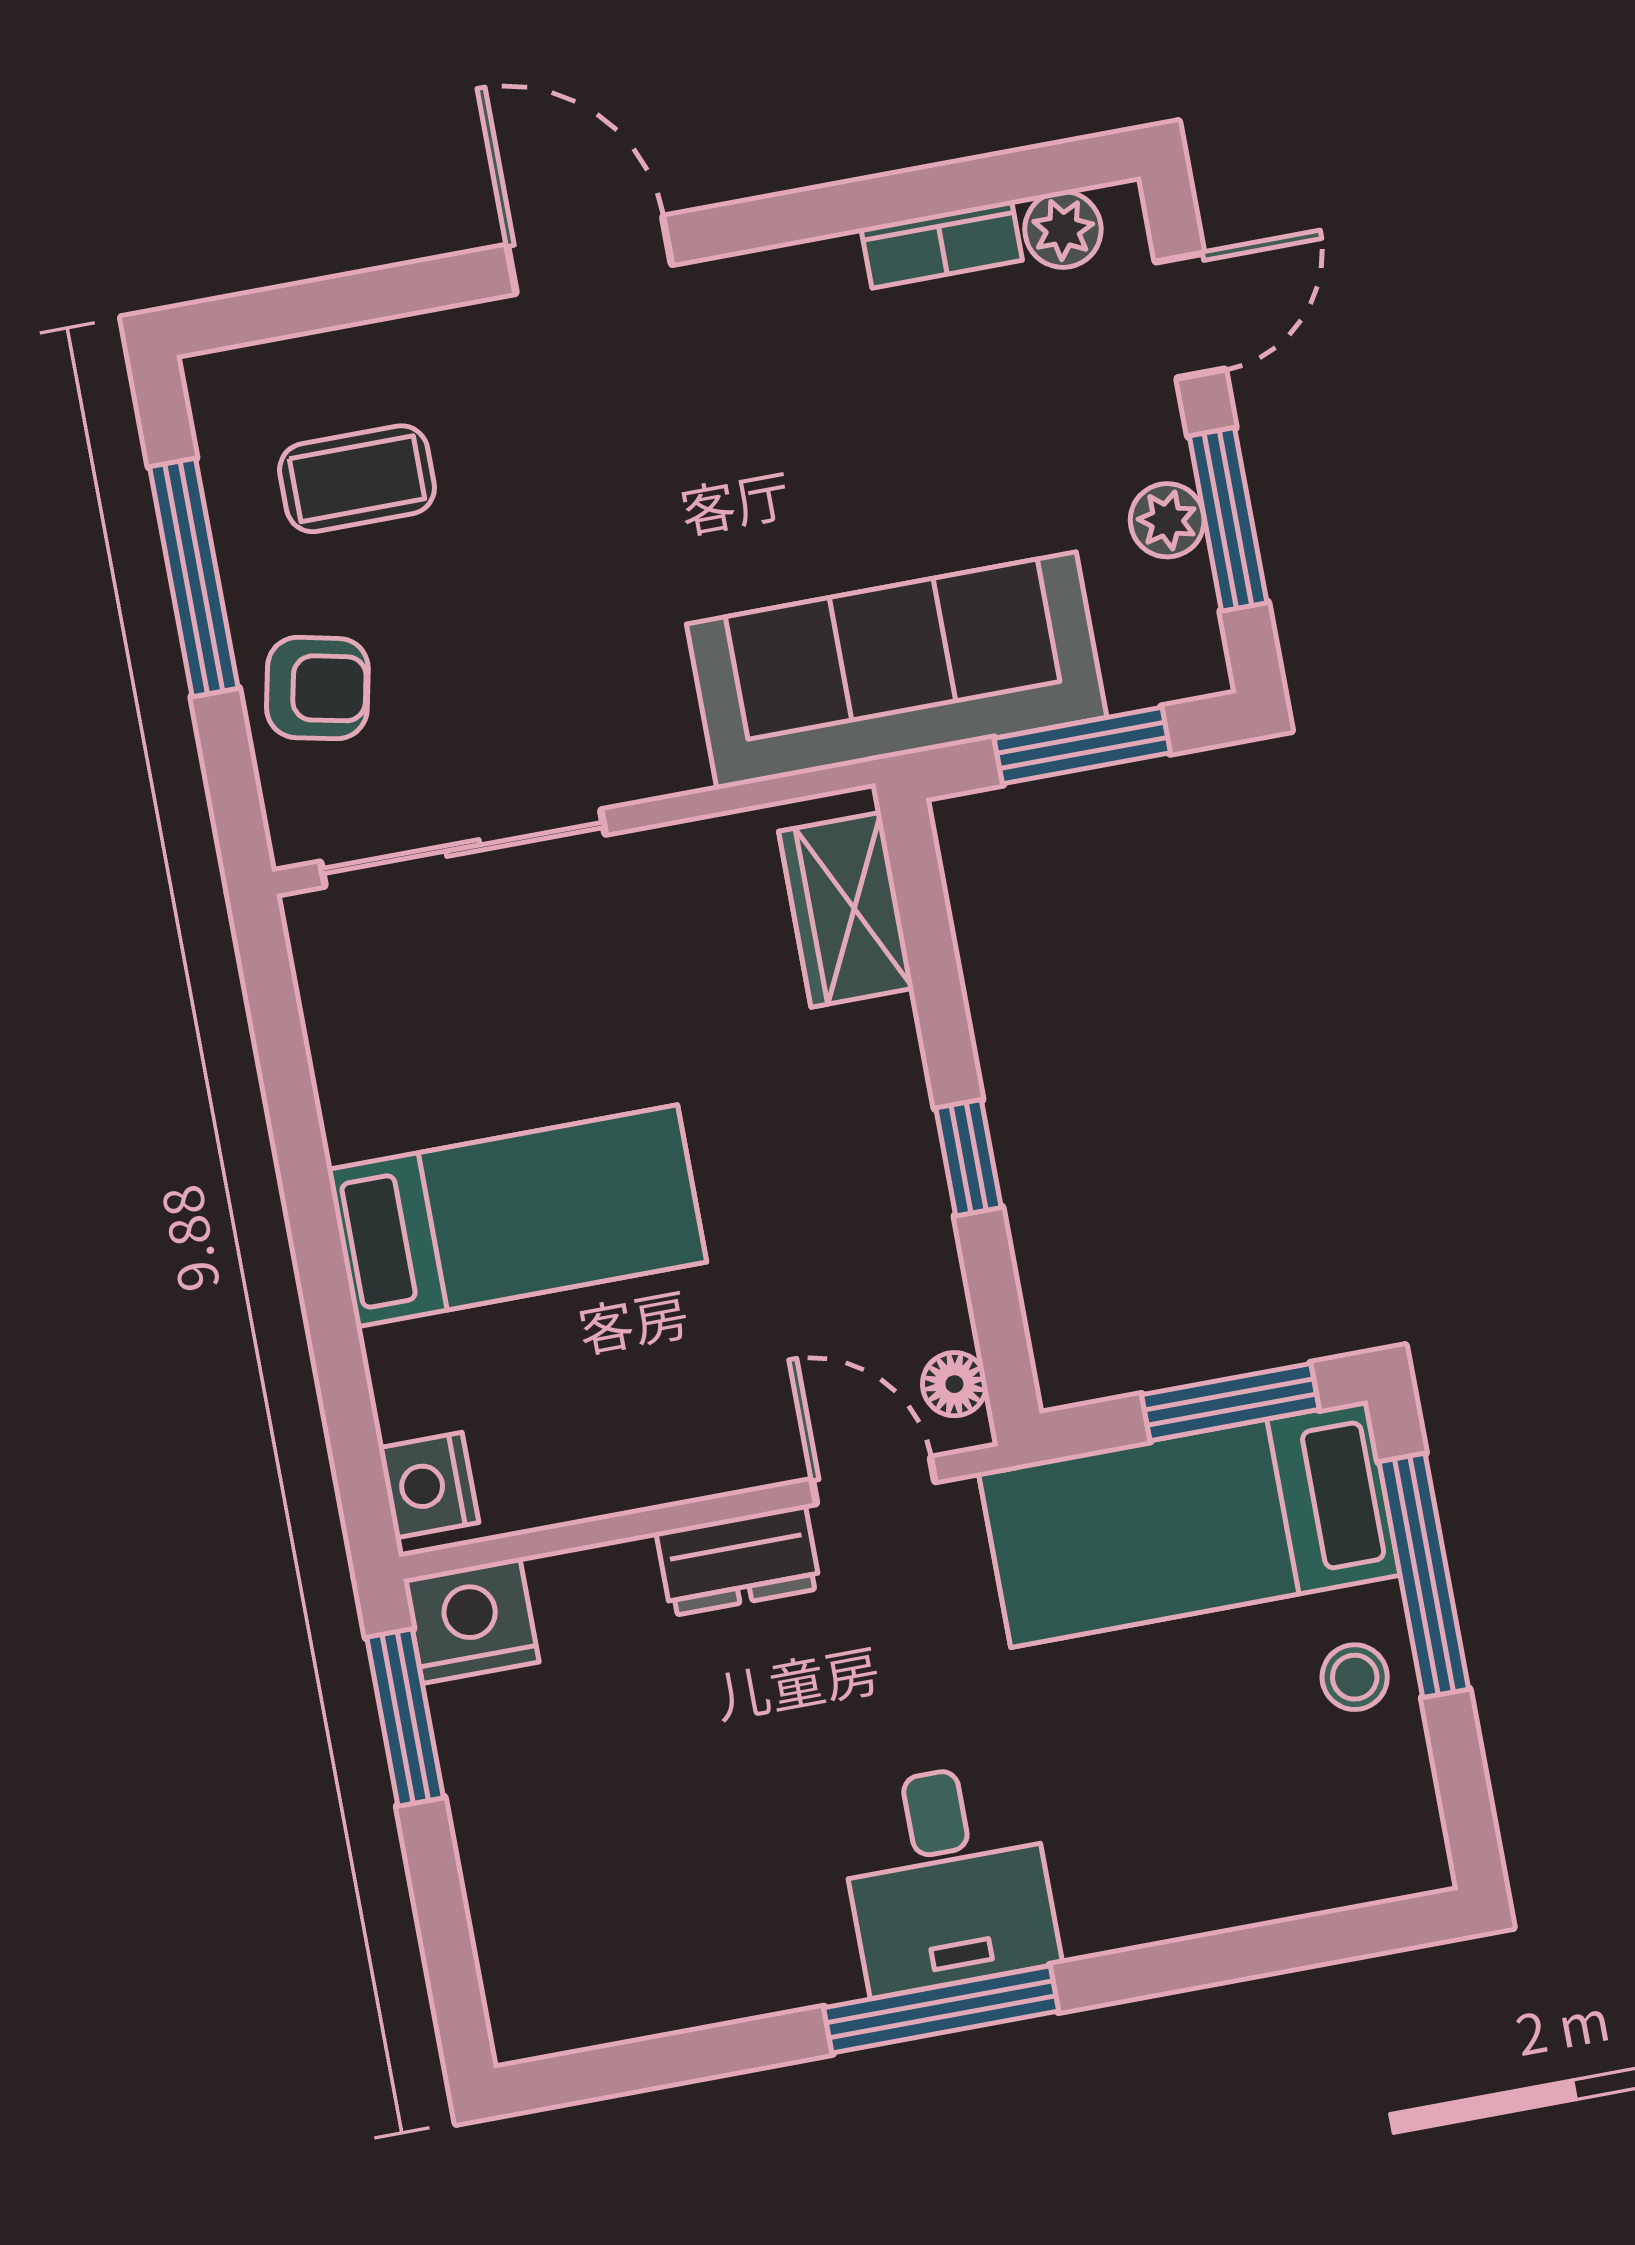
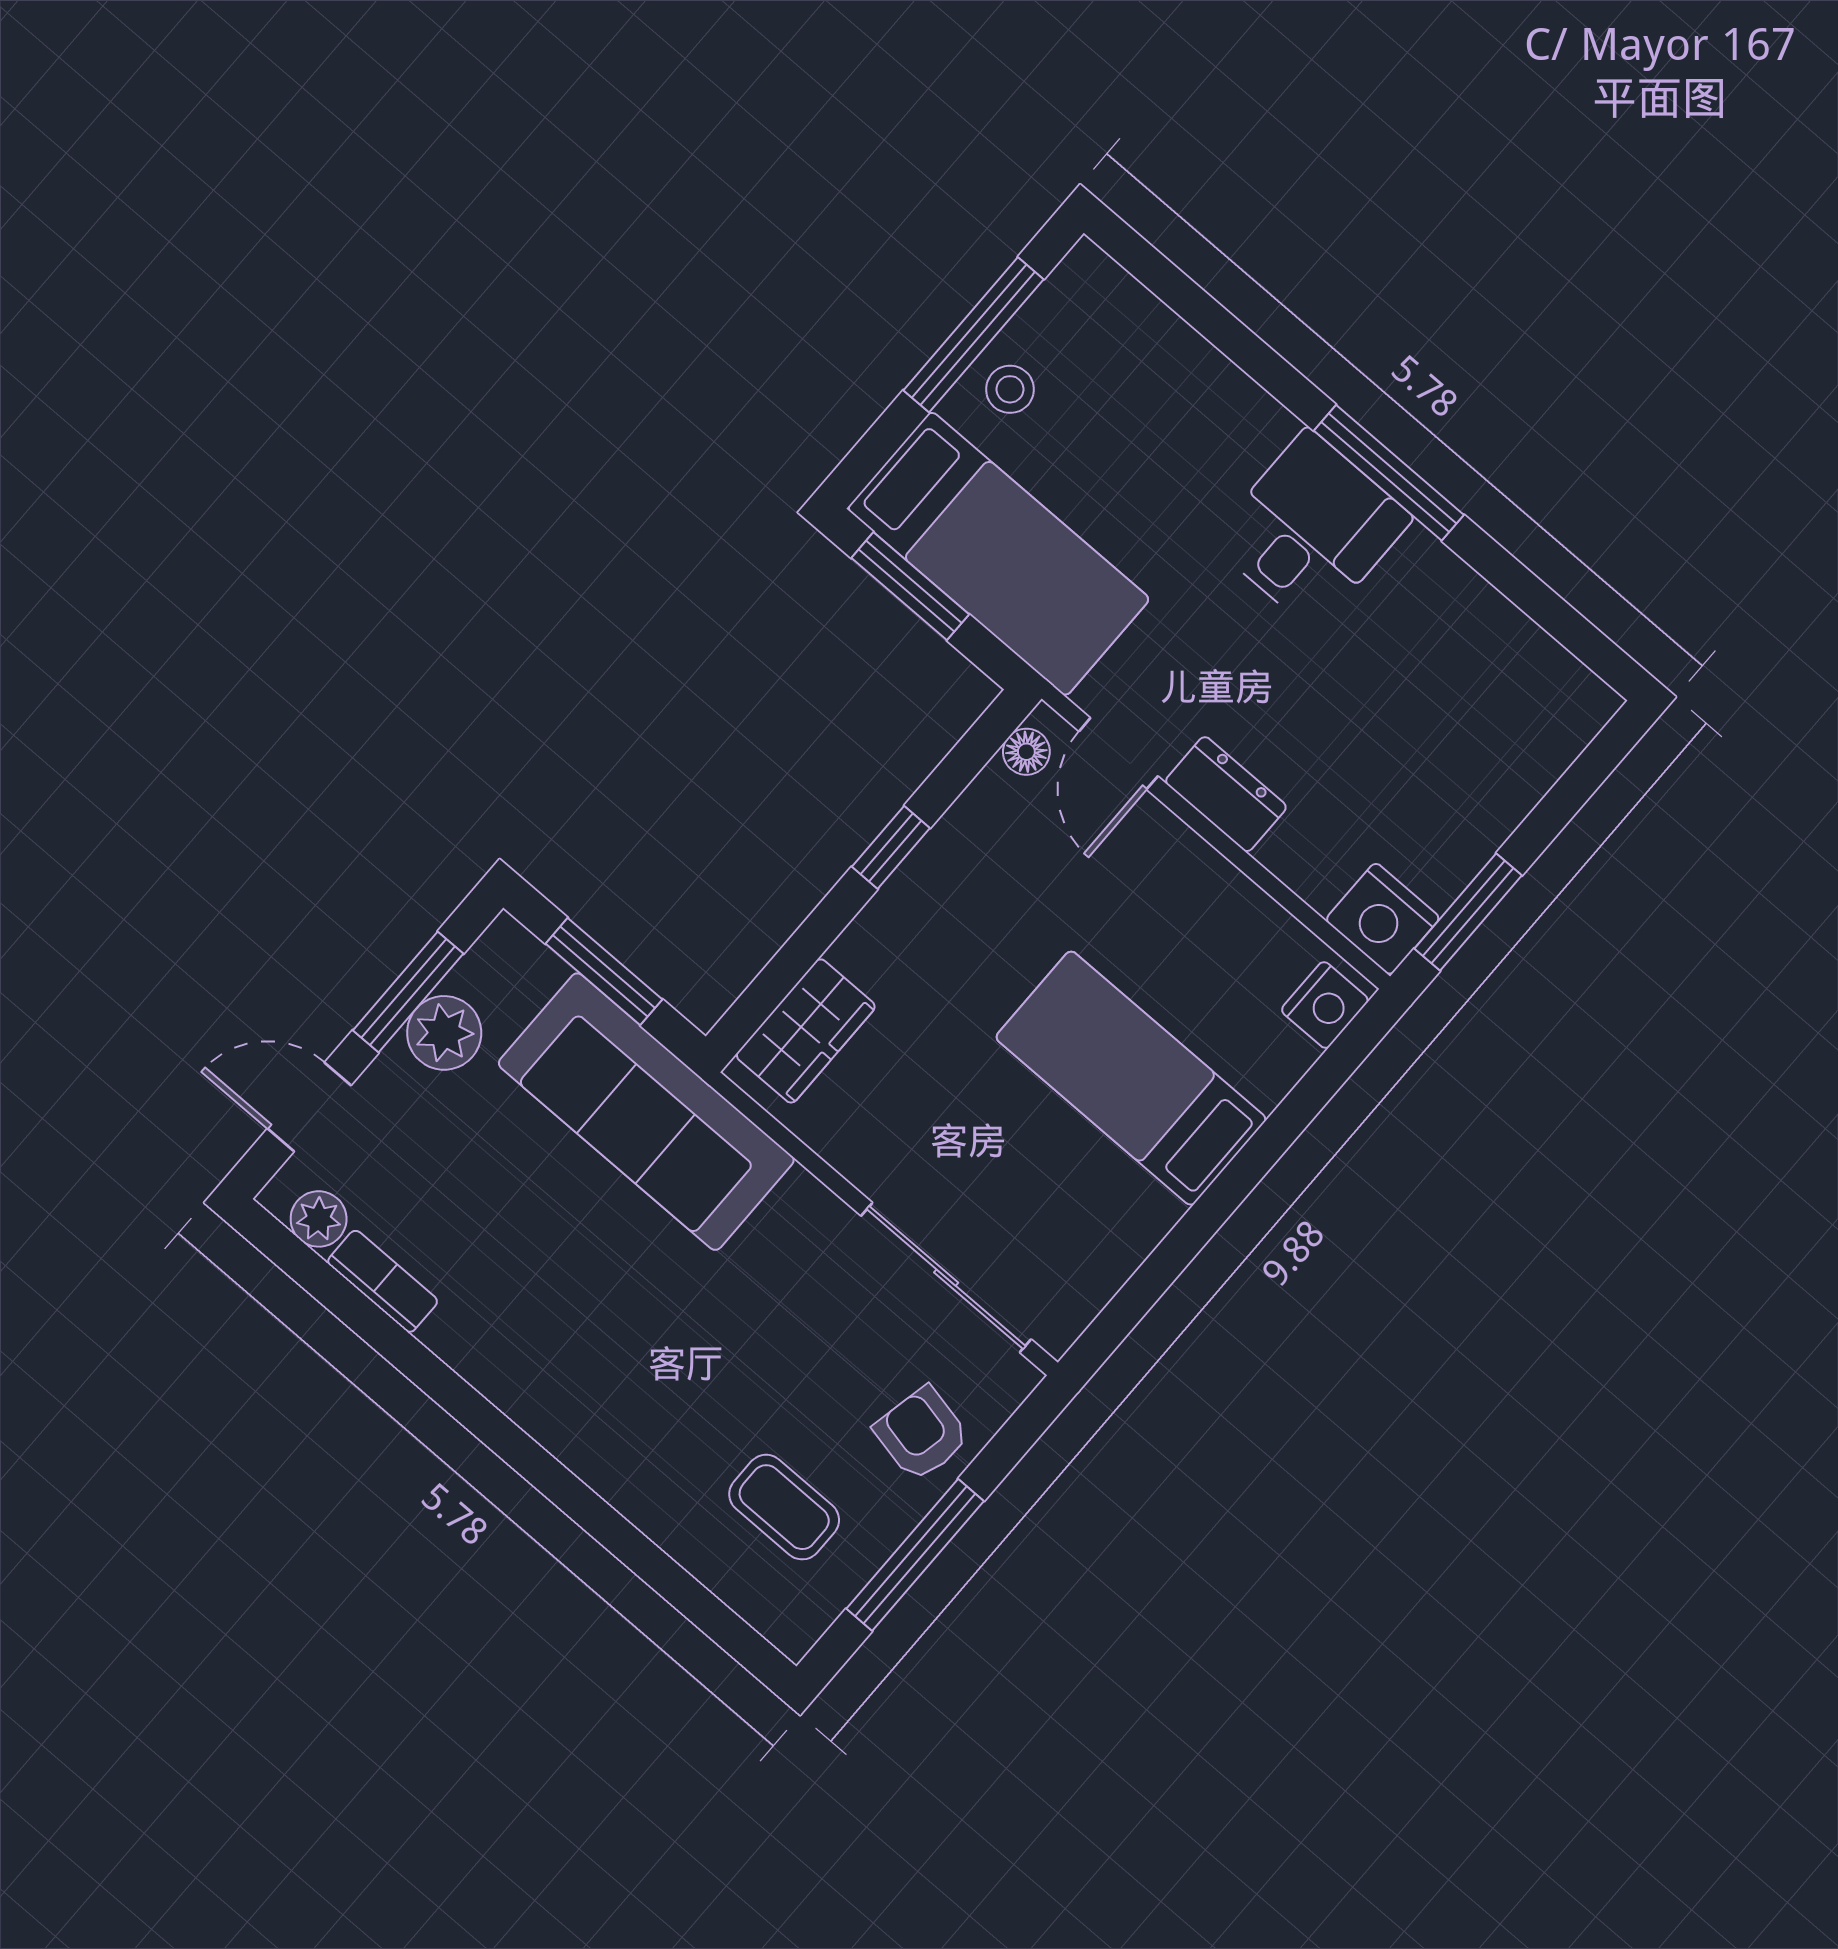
door: (589, 255) -> (550, 1477), removed
plant: (1167, 520) -> (444, 1033), width x1.38, depth x1.38
window: (1424, 1575) -> (973, 335), moved

